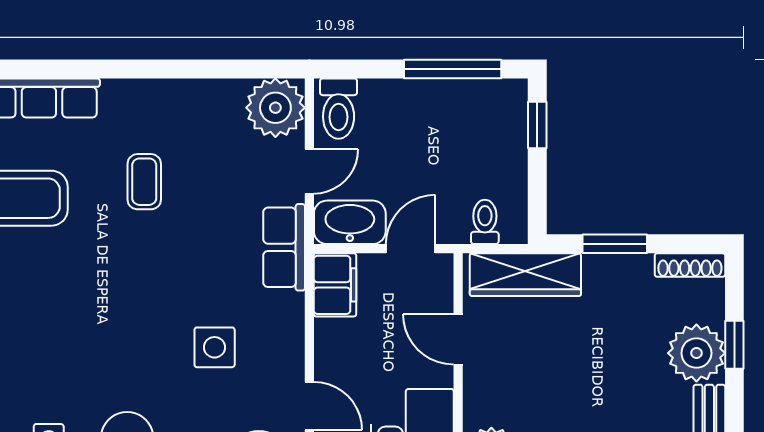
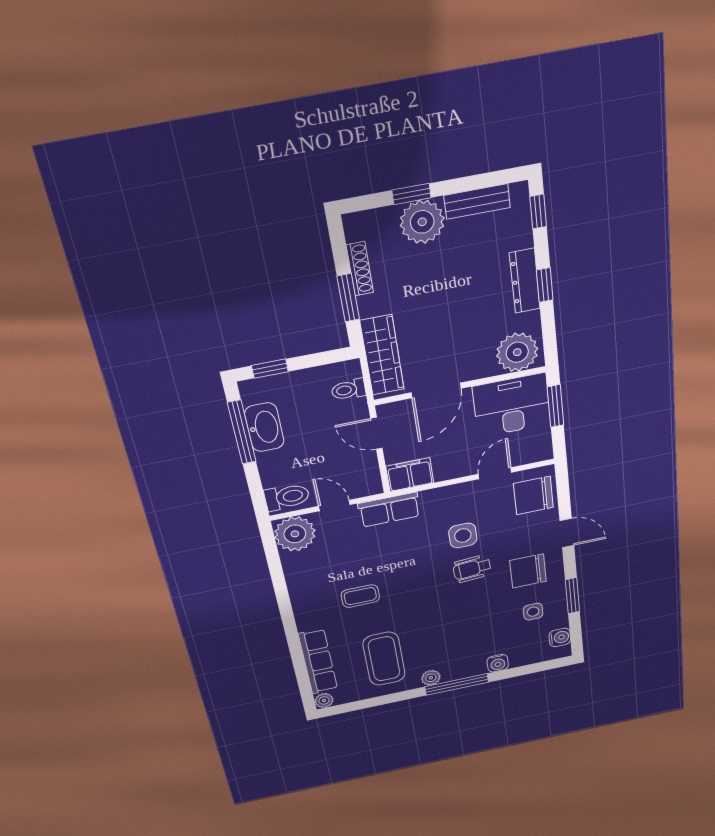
washbasin: (350, 222) -> (264, 427), moved, turned 180
shoe rack: (690, 265) -> (360, 269), moved
door: (458, 339) -> (436, 390), width x1.38
wheelchair: (152, 354) -> (472, 569), added

